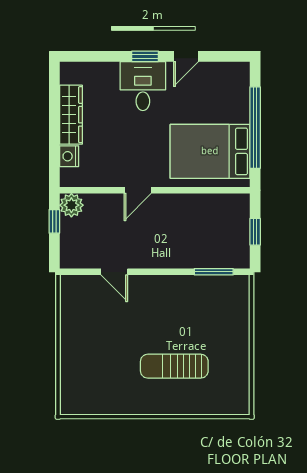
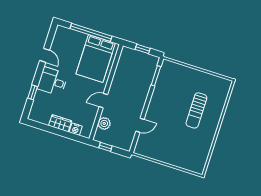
window: (145, 56) -> (33, 92), moved
wardrobe: (71, 115) -> (60, 123), width x0.67
door: (138, 190) -> (103, 101), swing flipped
plant: (71, 205) -> (104, 123), moved

